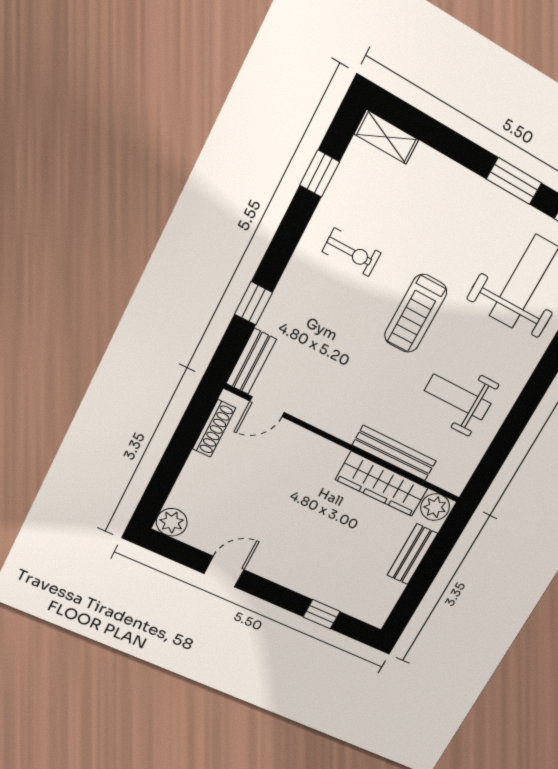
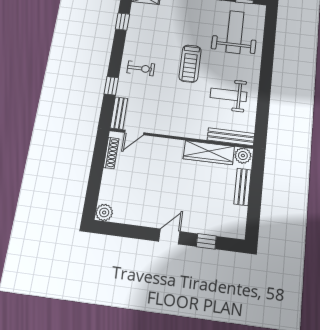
exercise bike: (352, 252) -> (141, 68), moved
bench: (394, 453) -> (231, 137), moved
door: (224, 572) -> (169, 236), moved

